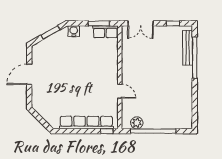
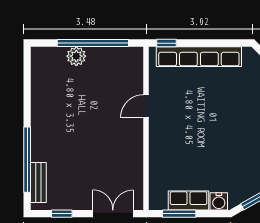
row of seats: (105, 32) -> (189, 200), moved
bench: (188, 48) -> (38, 183), width x0.73
door: (120, 91) -> (146, 106), hinge flipped
plant: (137, 123) -> (76, 56), moved

